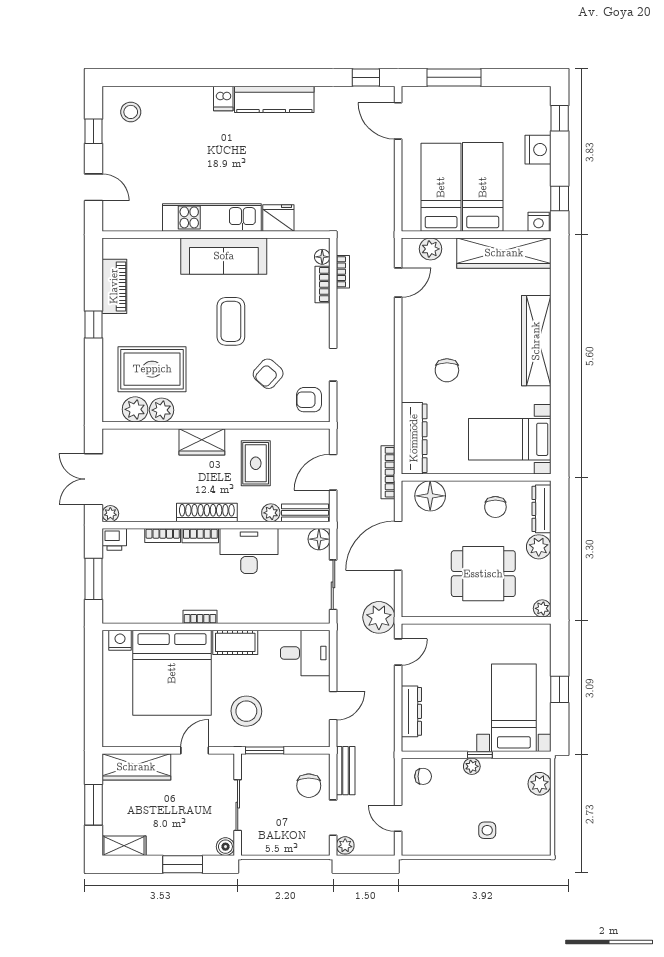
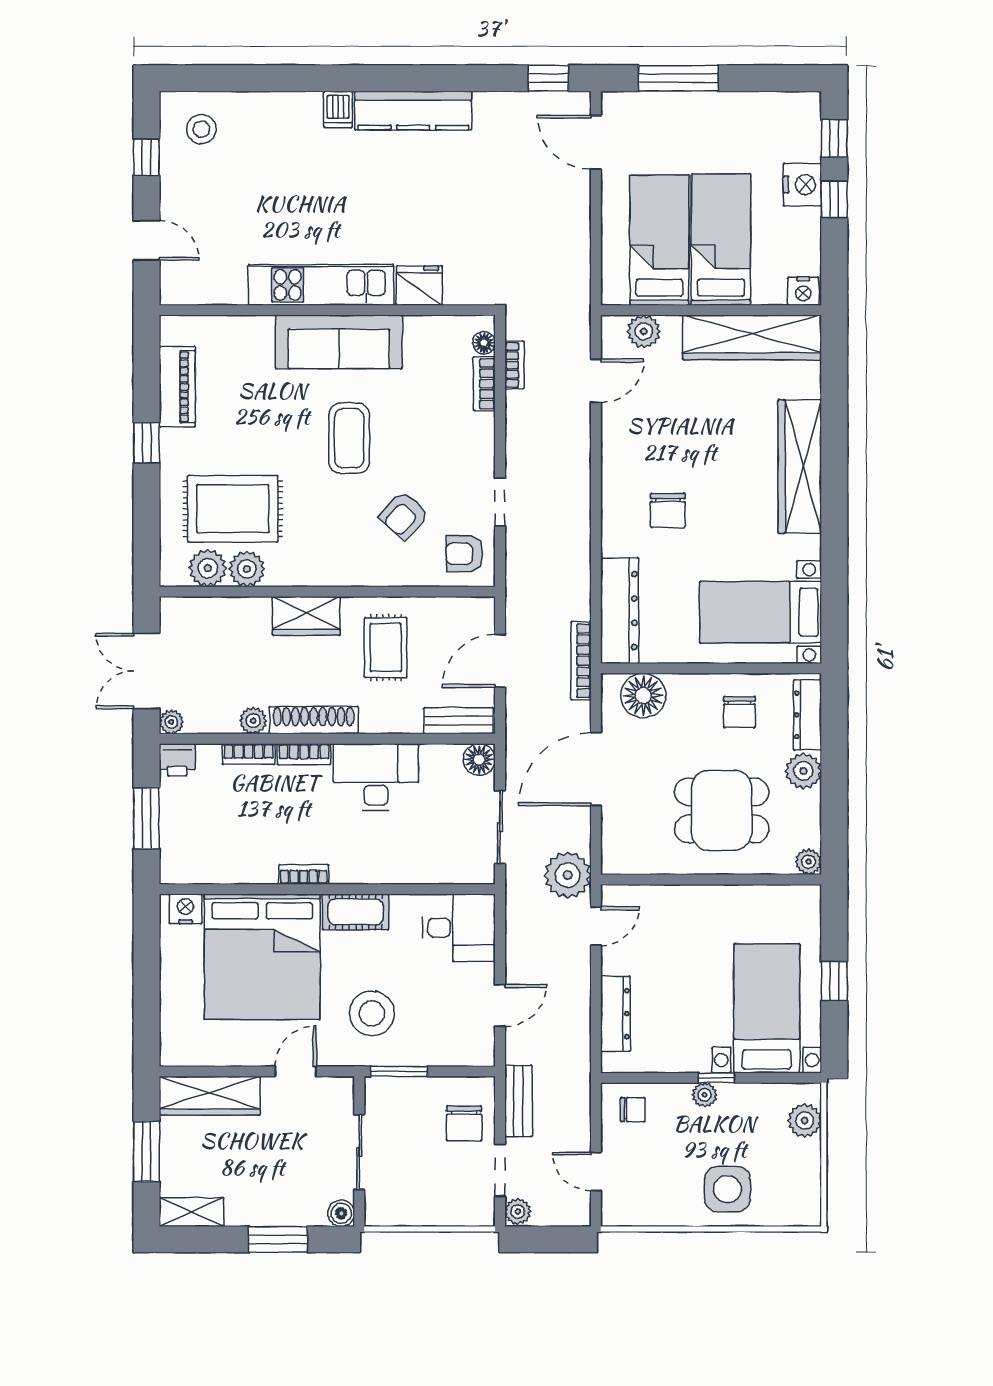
window: (560, 199) -> (834, 199), moved
plant: (271, 513) -> (253, 721), moved
side table: (487, 830) -> (727, 1189), width x1.87, depth x1.87

